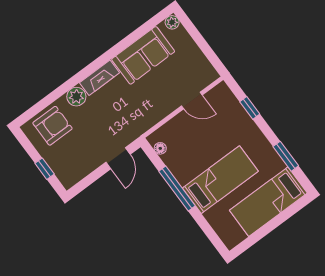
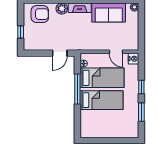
nightstand: (222, 92) -> (133, 59), added
window: (250, 108) -> (141, 87), moved
bed: (268, 202) -> (102, 78), moved, turned 180

